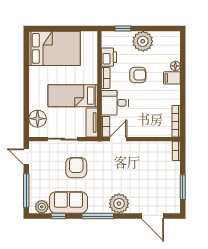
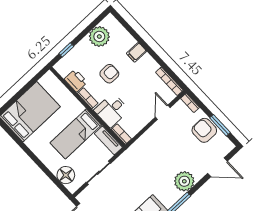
plant: (143, 41) -> (99, 36), moved
floor lamp: (175, 66) -> (131, 41), removed
door: (118, 139) -> (163, 112), moved
armchair: (76, 168) -> (204, 130), moved

